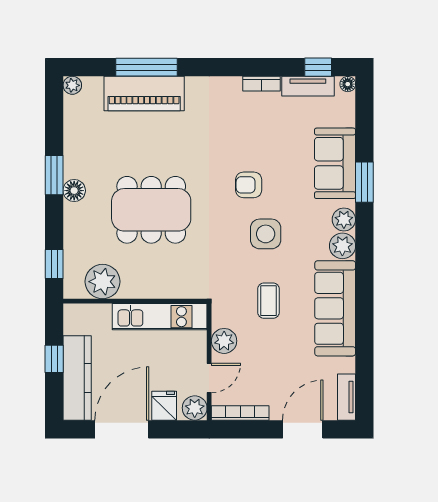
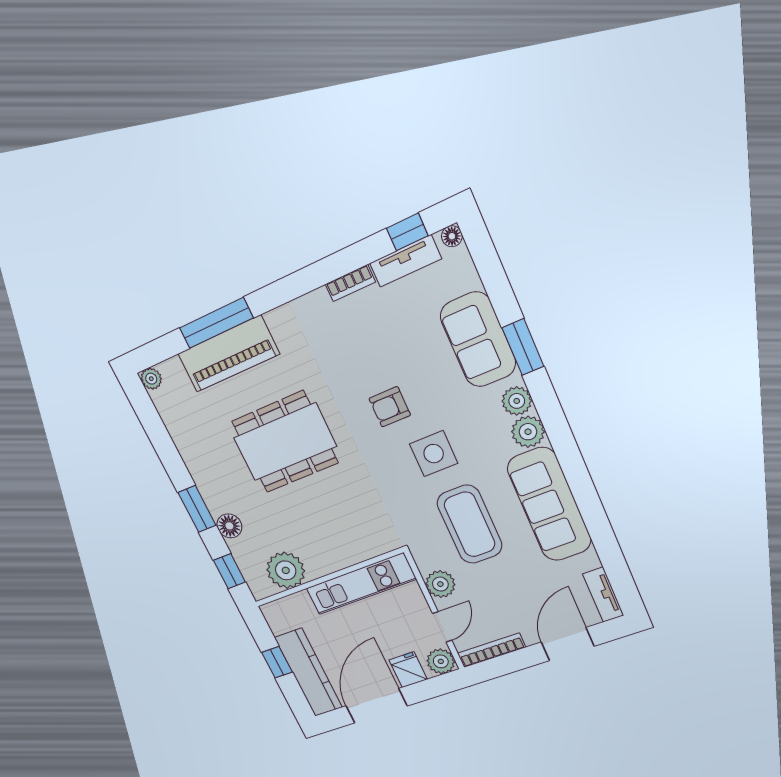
window: (54, 175) -> (197, 509), moved
floor lamp: (74, 191) -> (229, 526), moved
dining table: (151, 210) -> (285, 442), moved
coffee table: (268, 301) -> (470, 524), width x1.86, depth x1.72

